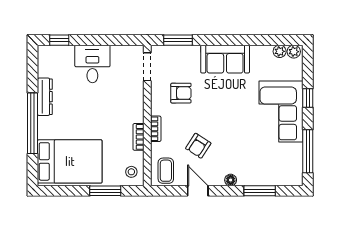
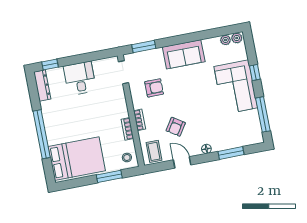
dresser: (45, 97) -> (42, 85), moved

